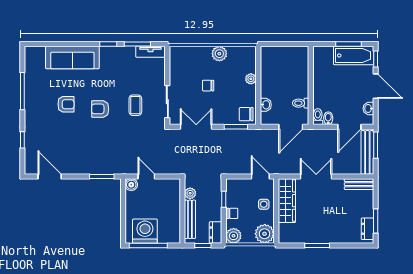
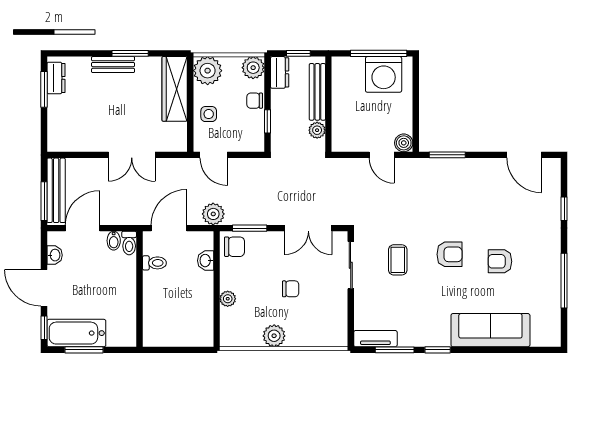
plant: (261, 136) -> (213, 214), added
bench: (359, 184) -> (113, 65), moved
wardrobe: (287, 201) -> (175, 89), moved

